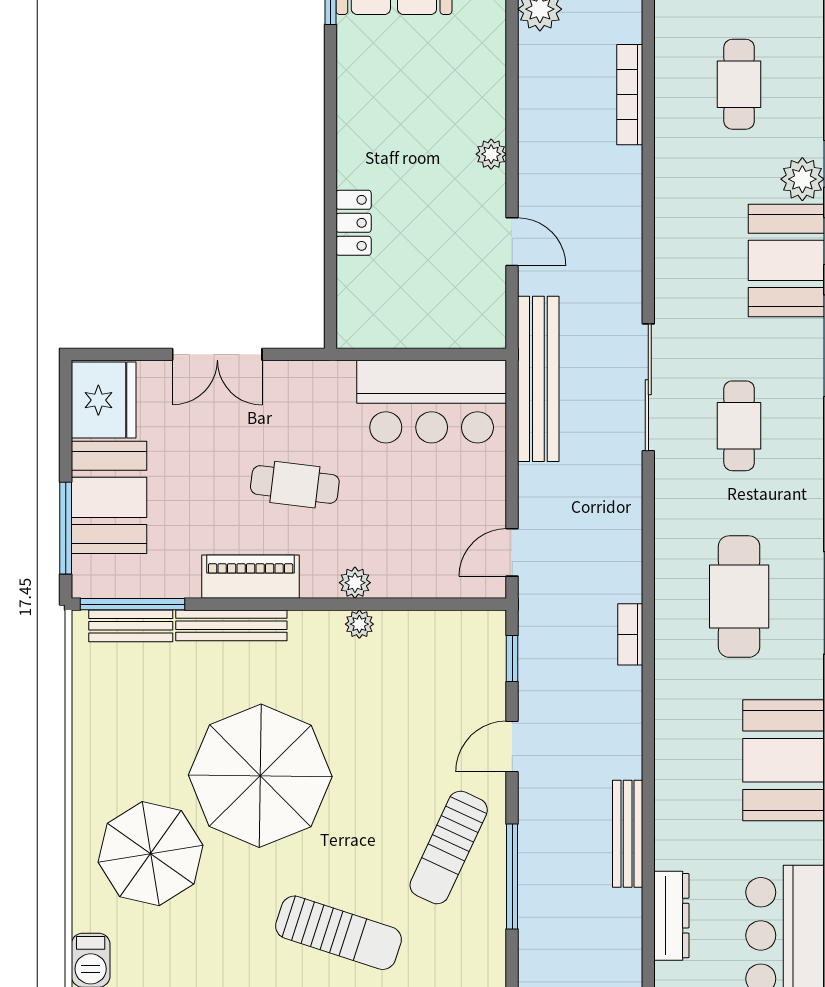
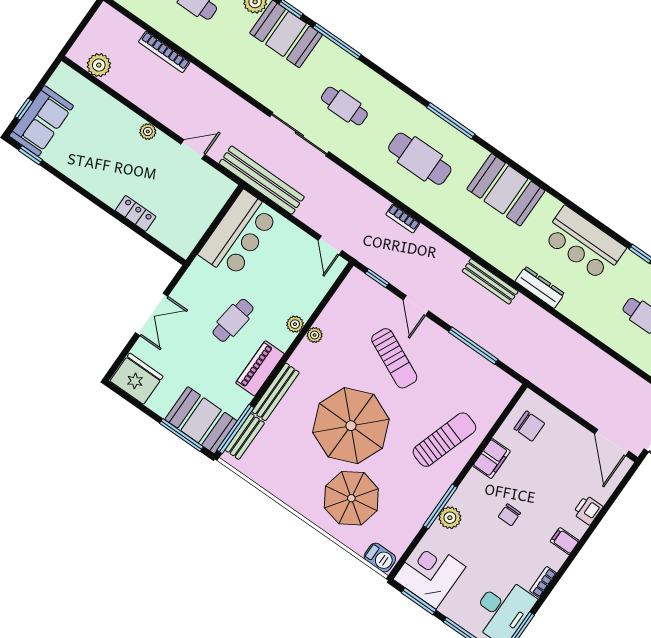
booth: (109, 497) -> (201, 420), moved
sun lounger: (449, 847) -> (394, 358), moved

